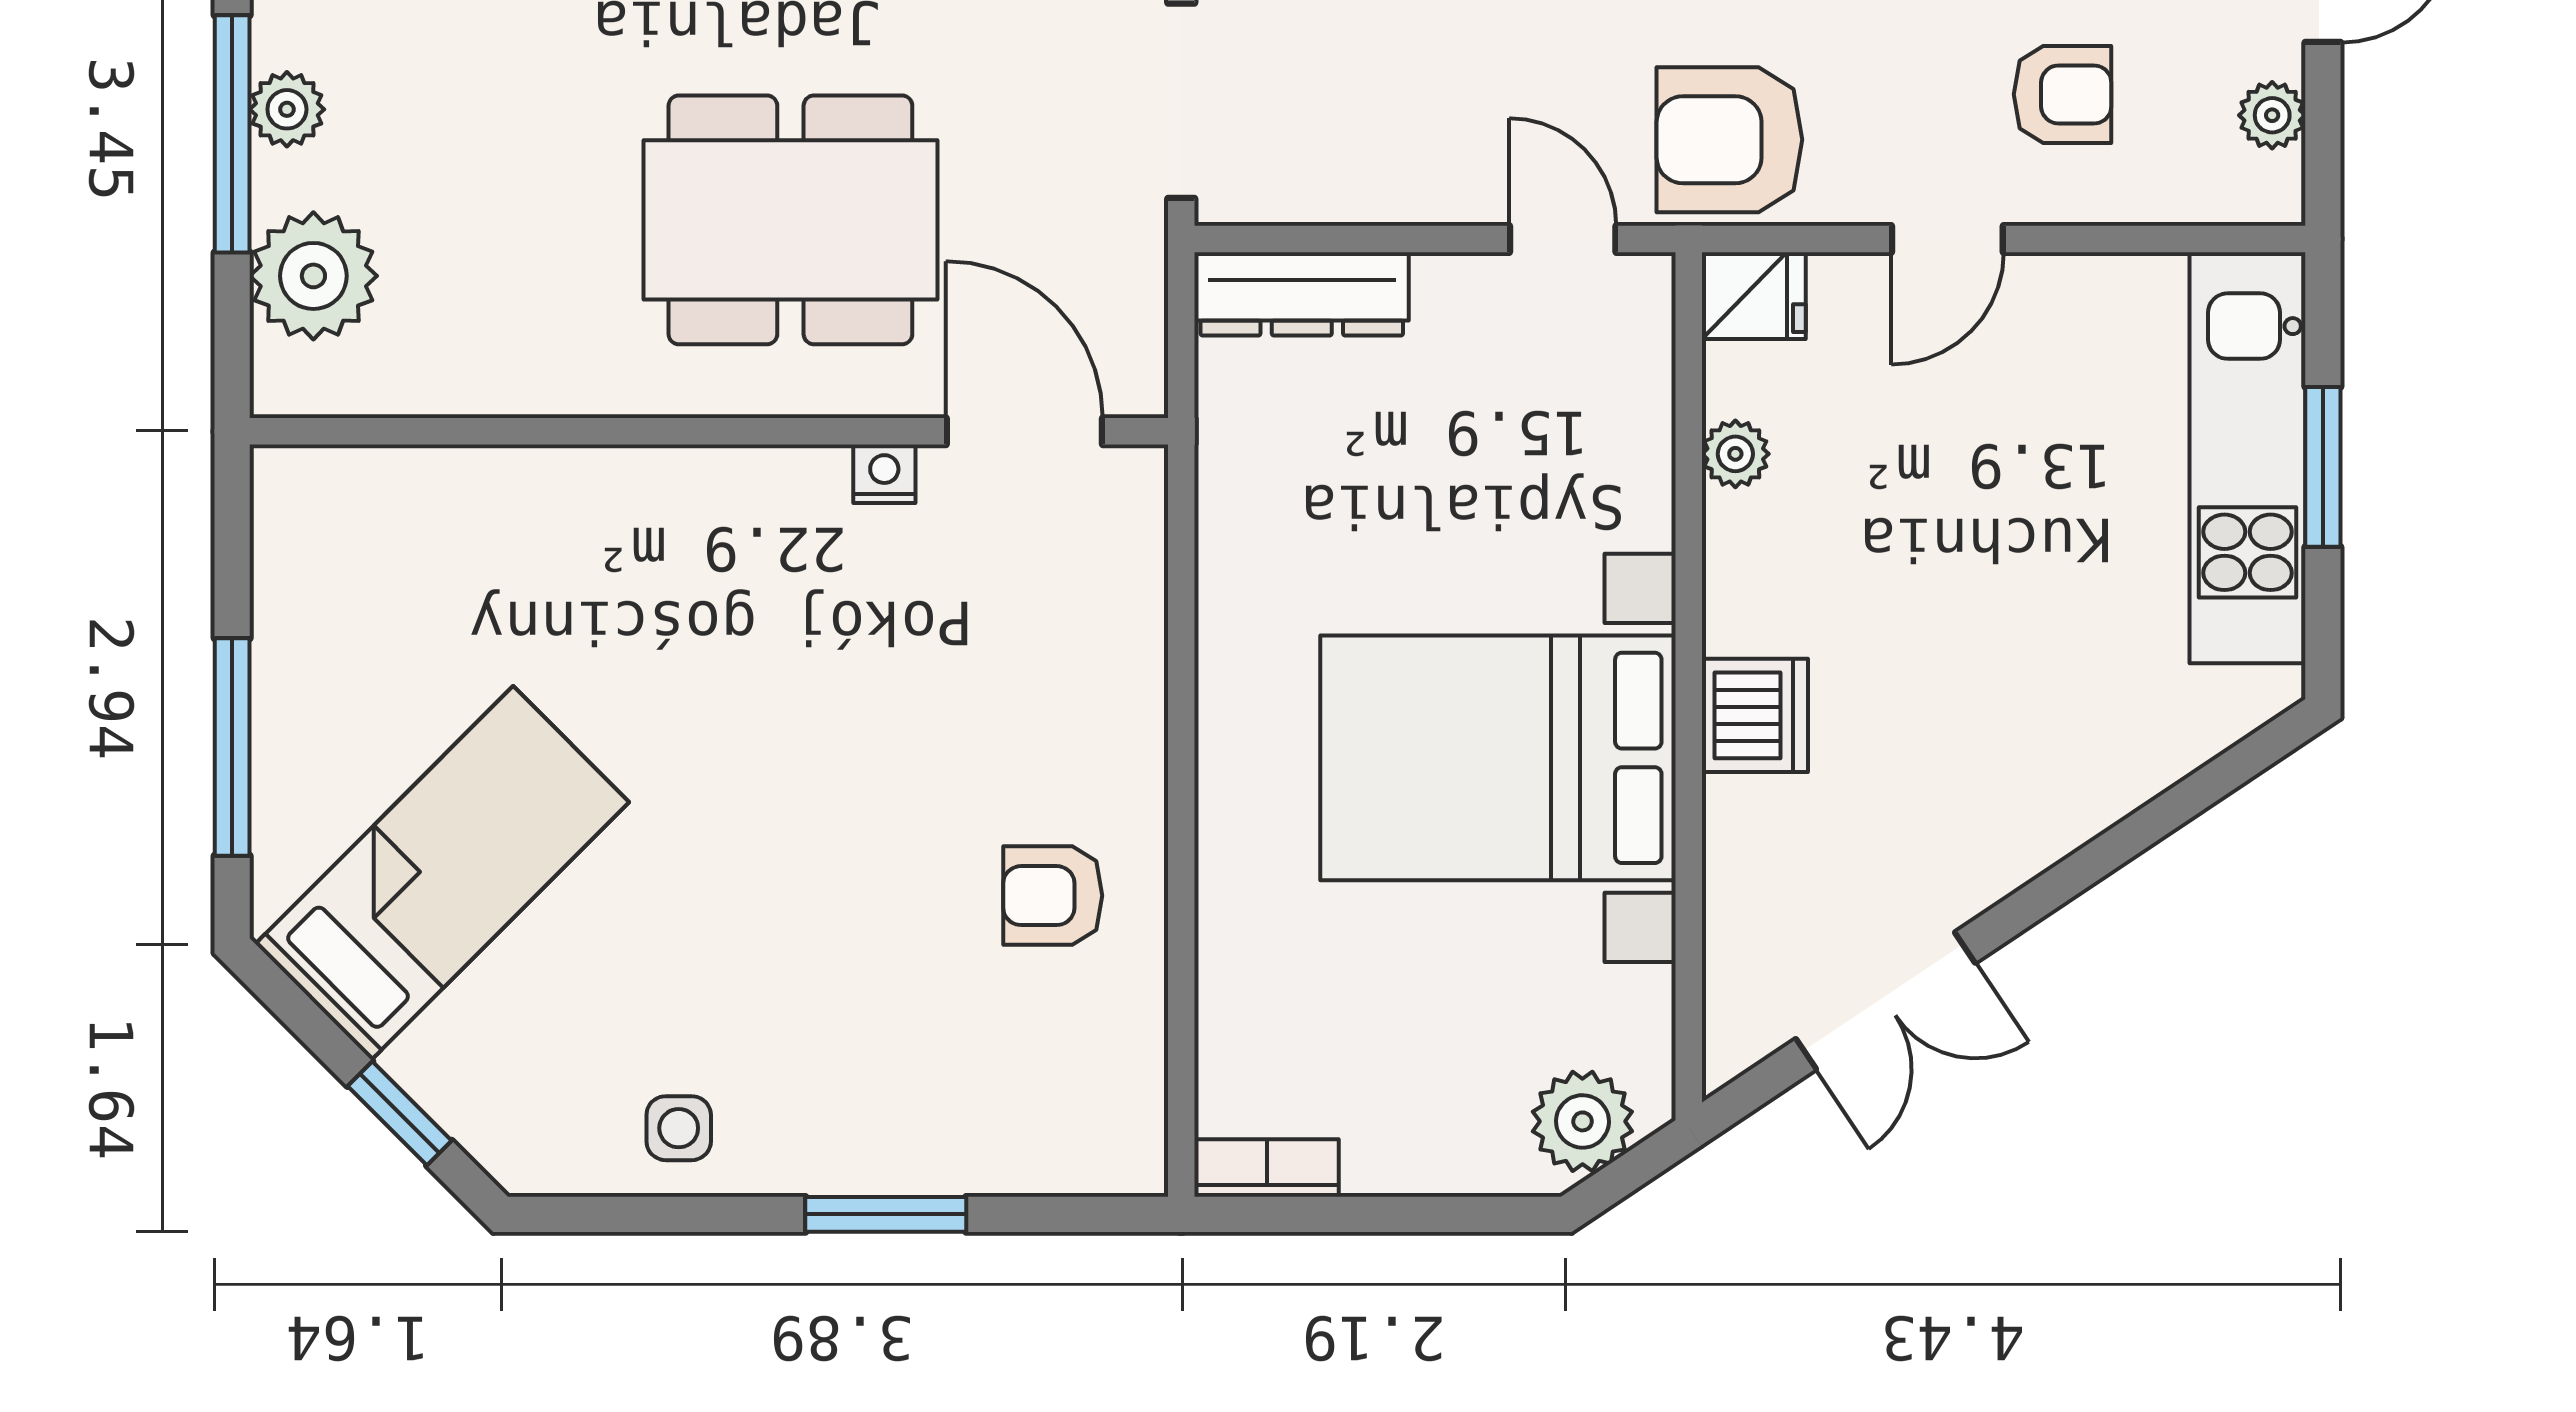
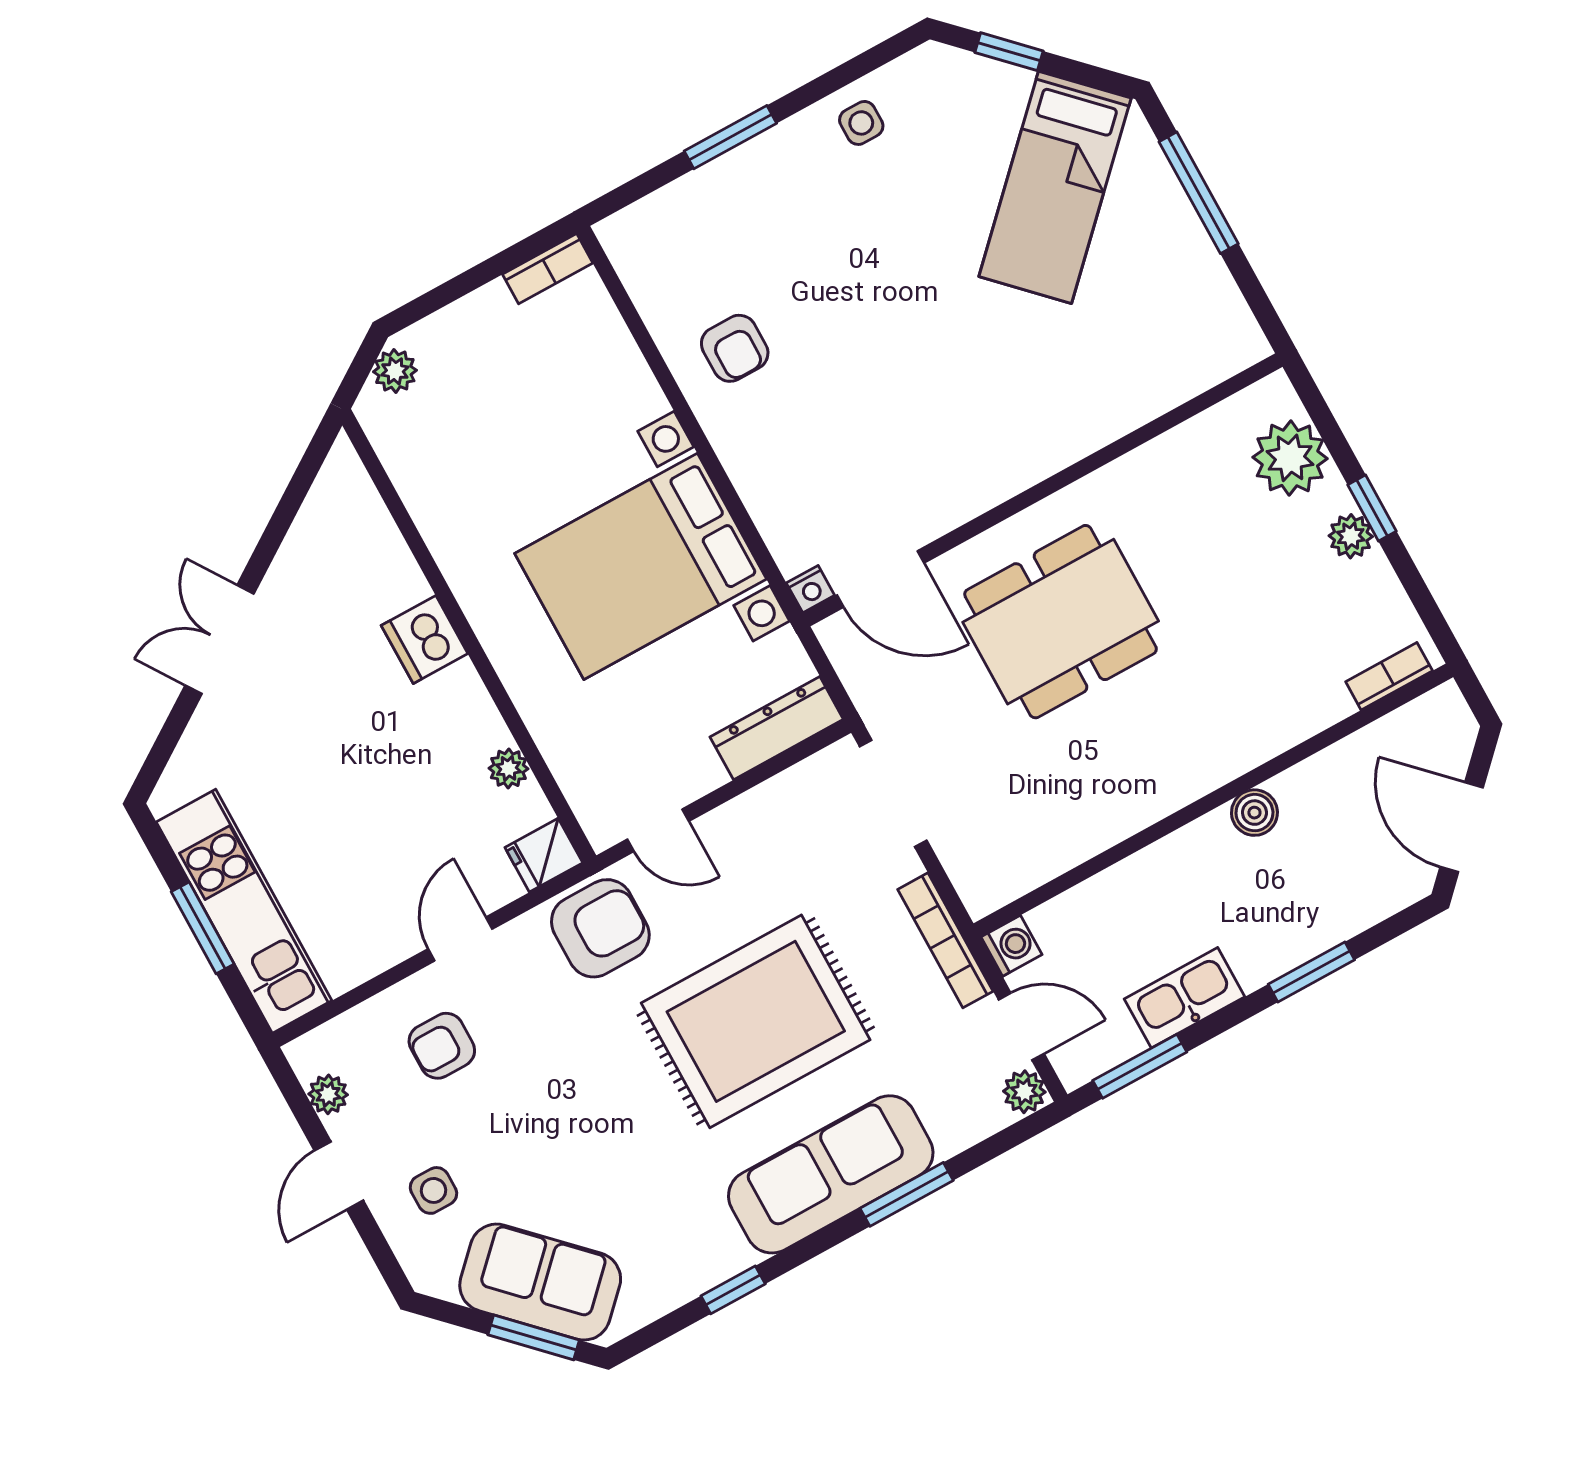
window: (232, 134) -> (1372, 508), width x0.46
nightstand: (884, 474) -> (810, 589), moved
bed with nightstands: (1498, 758) -> (641, 566), moved, turned 180
armchair: (1053, 896) -> (735, 348), turned 90
double door: (1886, 1001) -> (220, 640), moved
plant: (1582, 1121) -> (395, 371), width x0.73, depth x0.73

